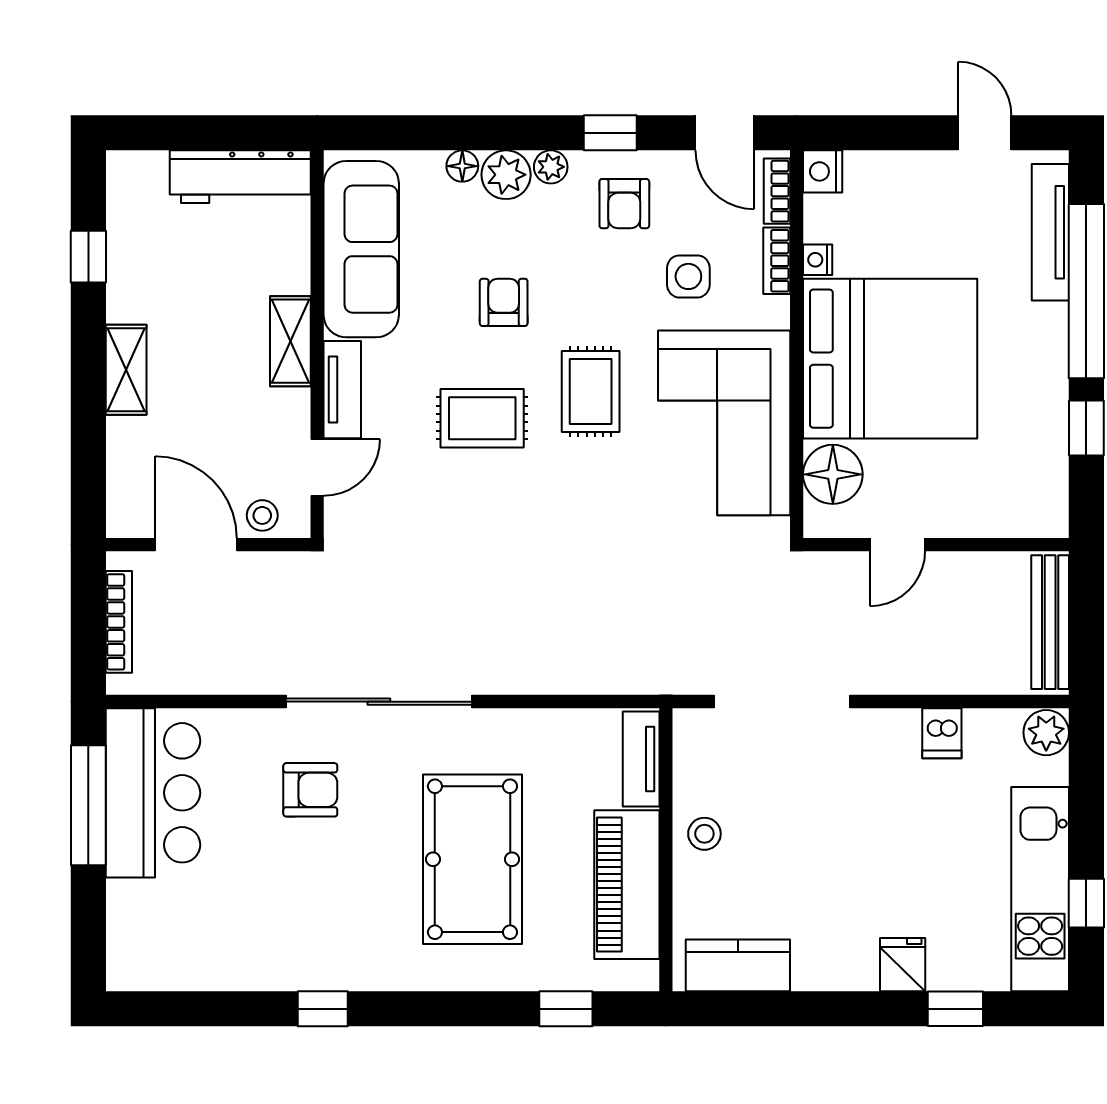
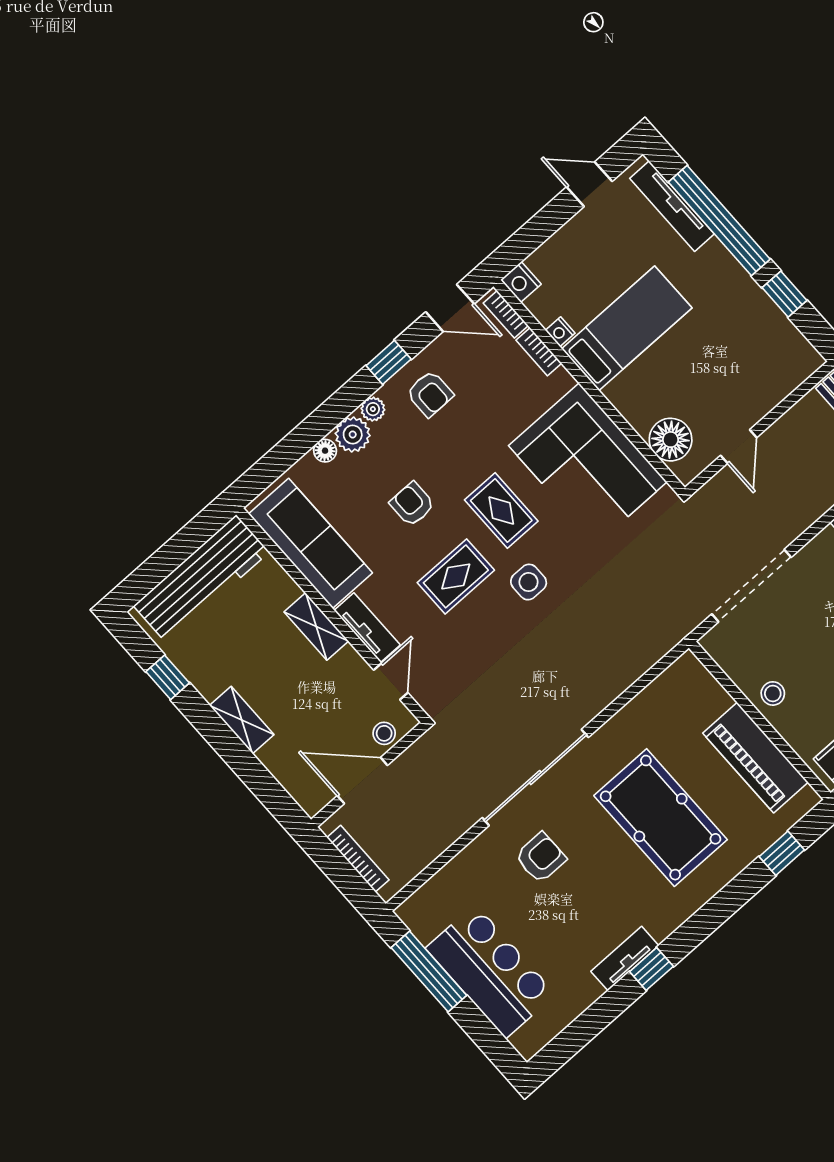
workbench: (240, 177) -> (201, 579), width x1.36, depth x1.32
side table: (688, 276) -> (529, 582), moved
bed: (890, 359) -> (627, 328), width x0.49
tv unit: (641, 759) -> (625, 959), moved, turned 90
bar counter: (153, 793) -> (490, 971), moved

